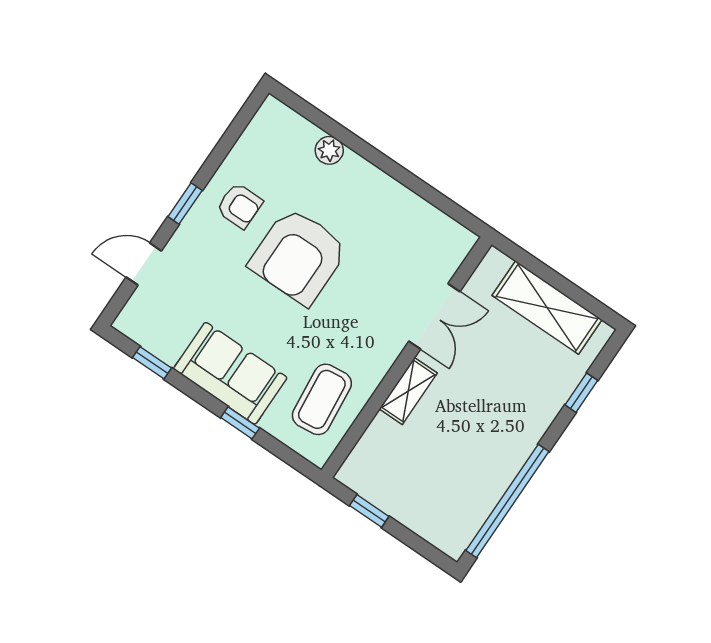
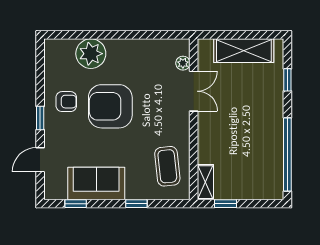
plant: (329, 150) -> (91, 54), width x1.88, depth x1.88
armchair: (299, 256) -> (110, 106), turned 90
plant: (446, 265) -> (183, 63), added
sofa: (230, 373) -> (96, 183), moved
shelving: (408, 391) -> (205, 182), moved

